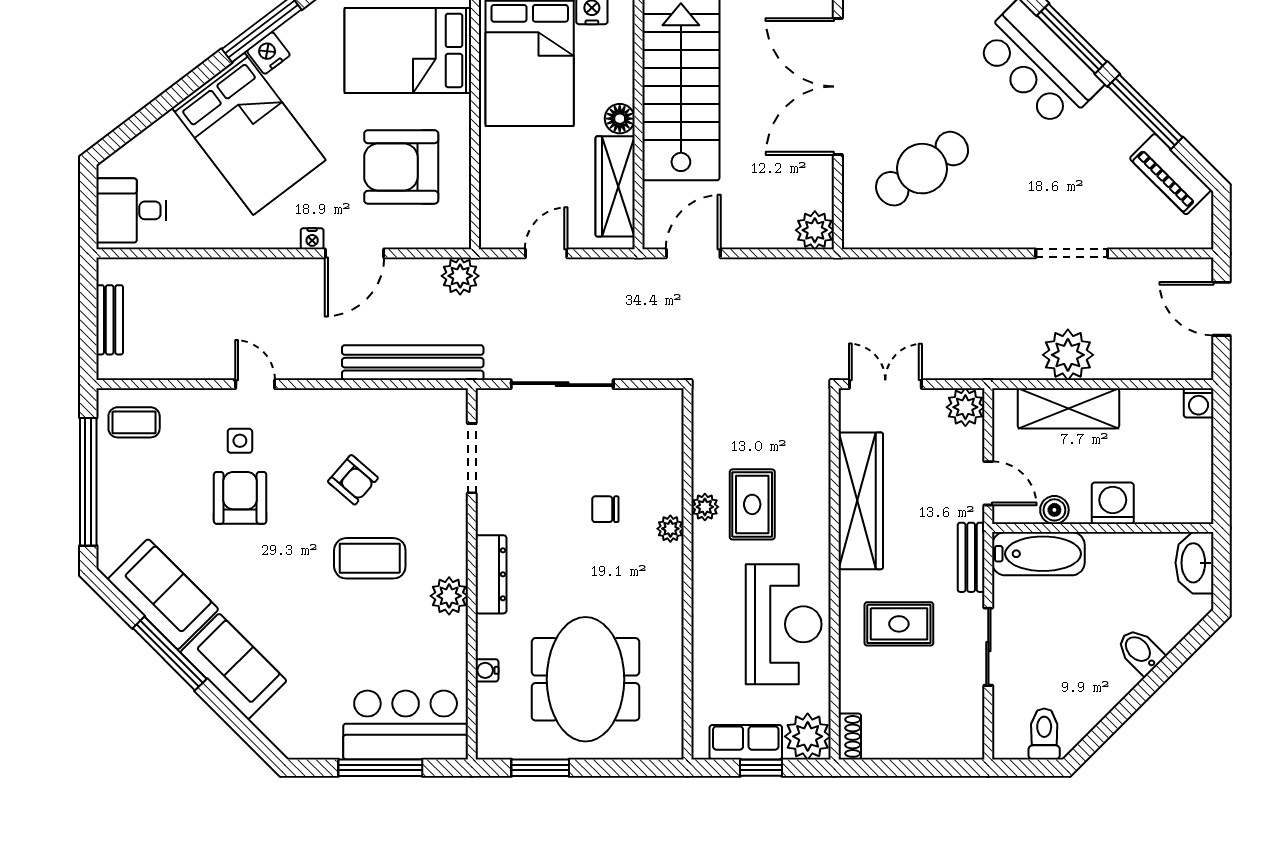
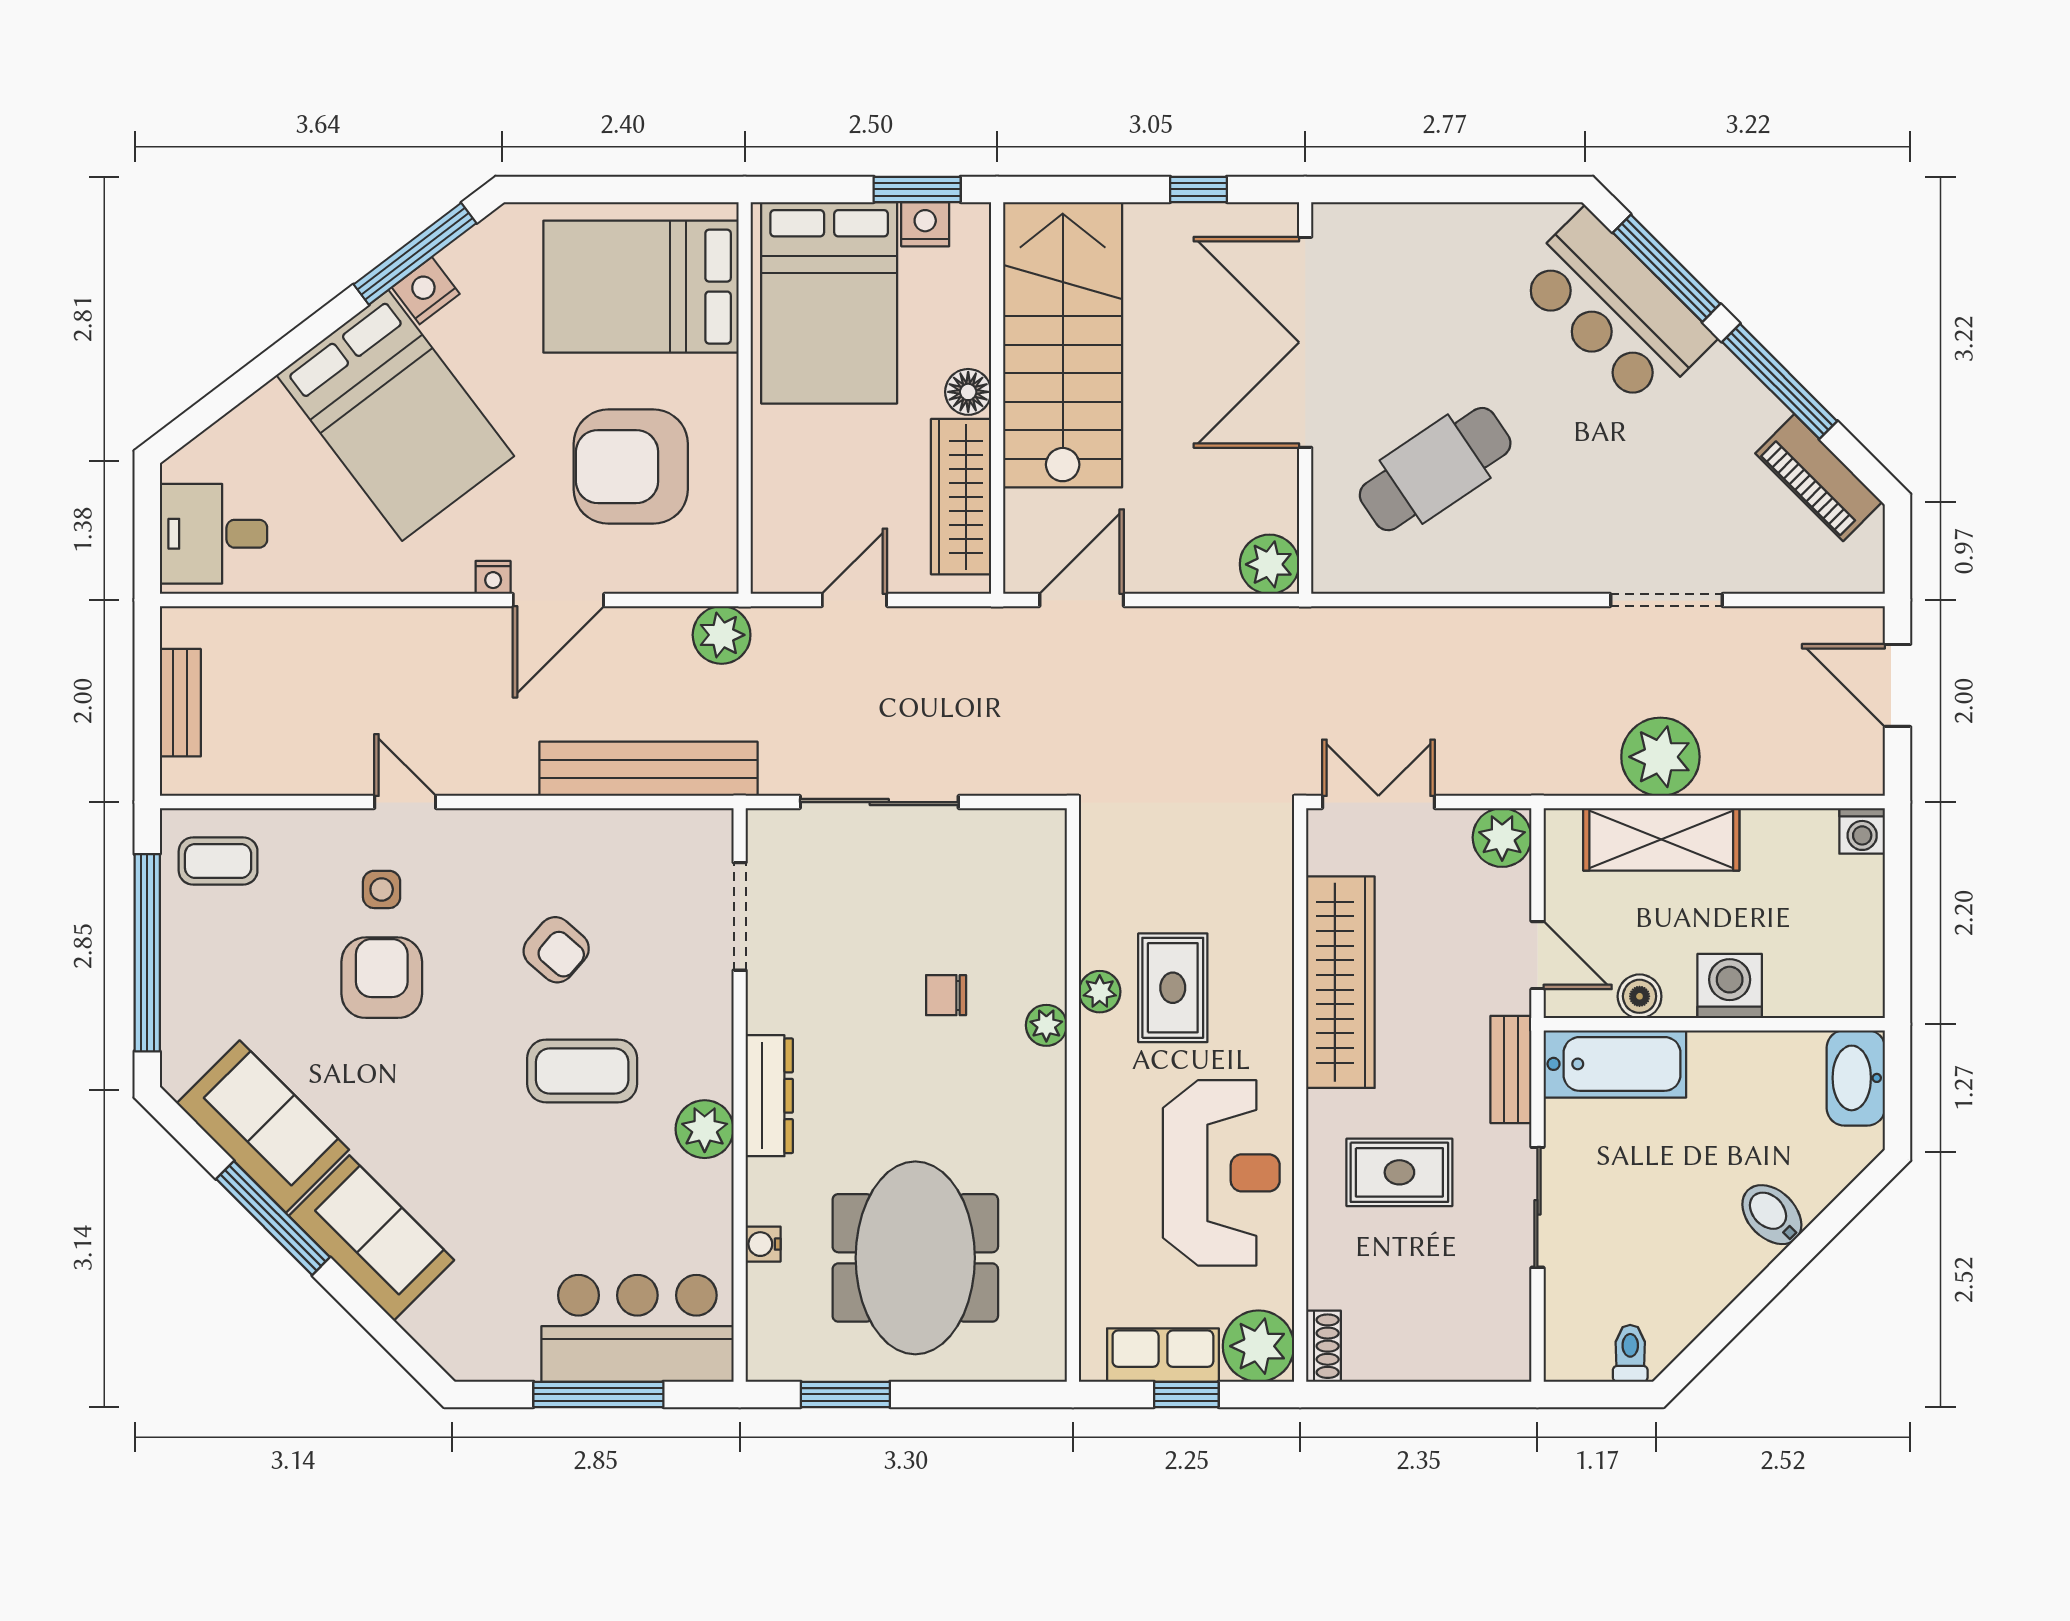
toilet: (1044, 734) -> (1630, 1353), width x0.73, depth x0.72

